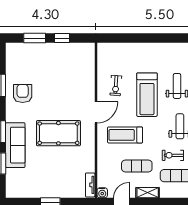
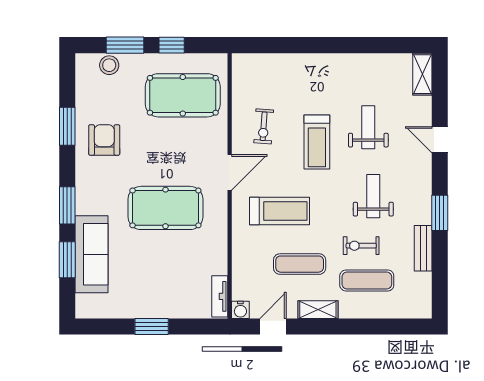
stool: (26, 50) -> (109, 65), added
pool table: (69, 67) -> (183, 95), added
treadmill: (147, 95) -> (317, 142), width x0.73, depth x0.73
treadmill: (125, 135) -> (279, 211), turned 180
sofa: (15, 145) -> (92, 254), moved

